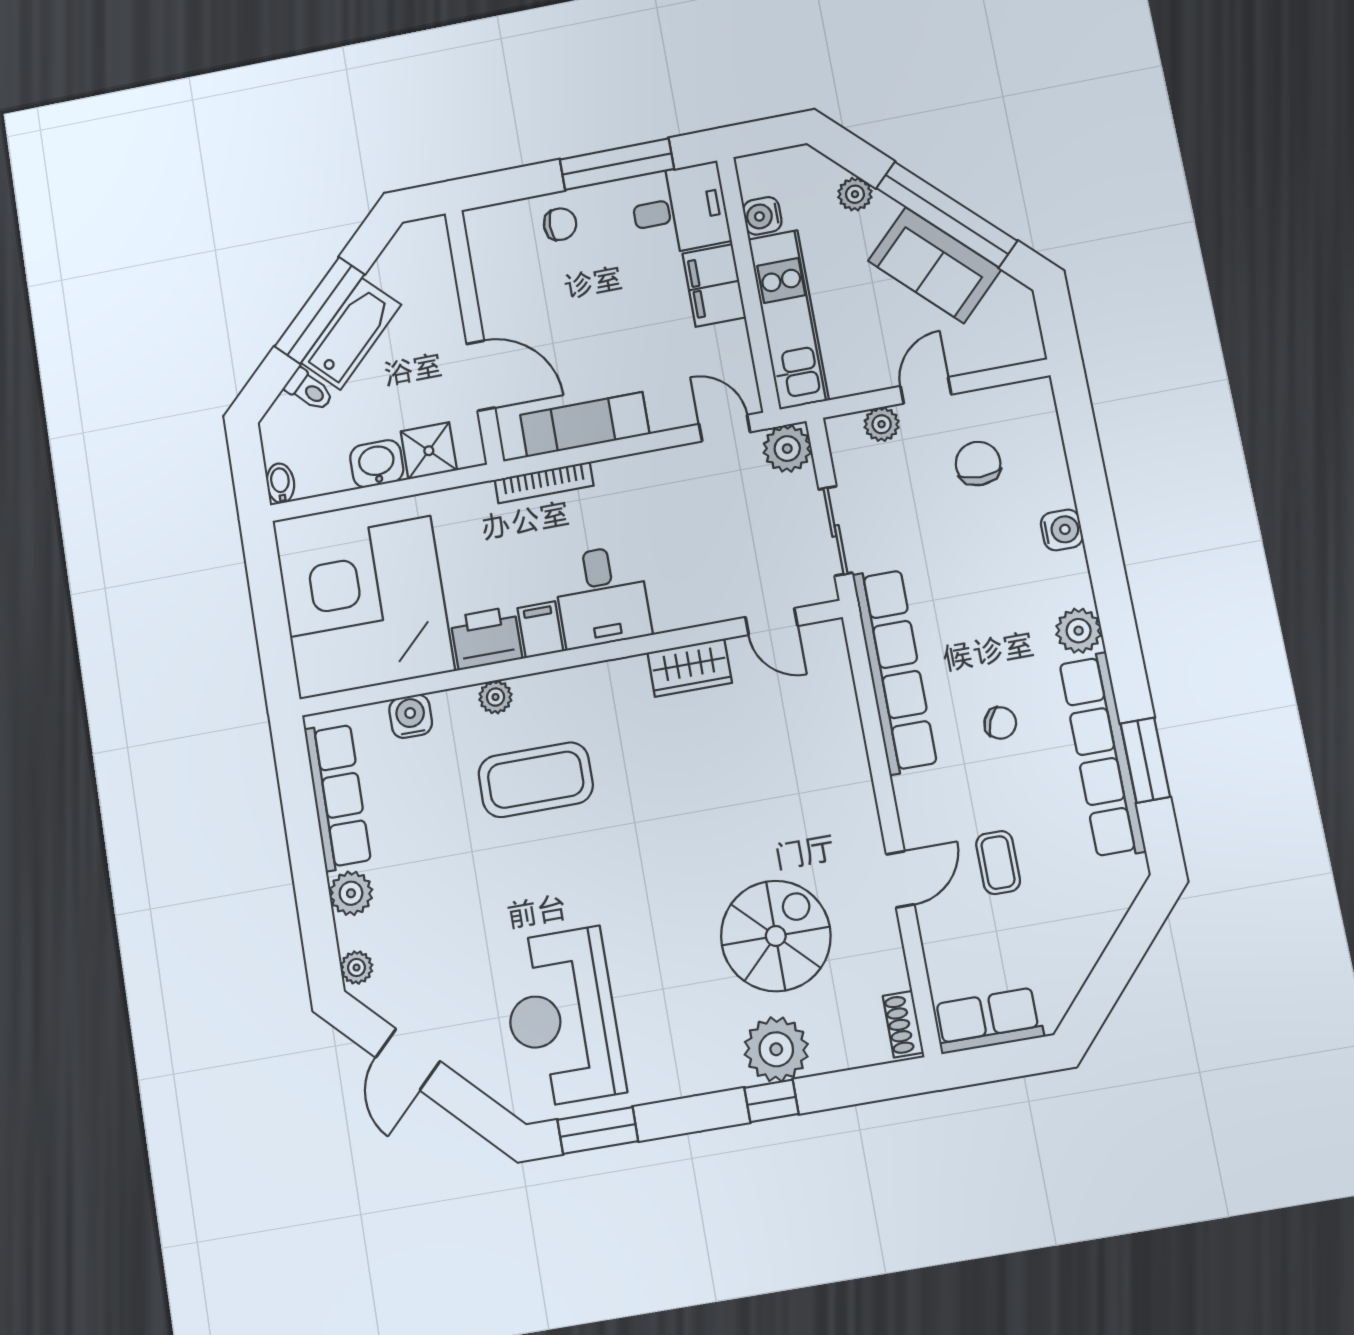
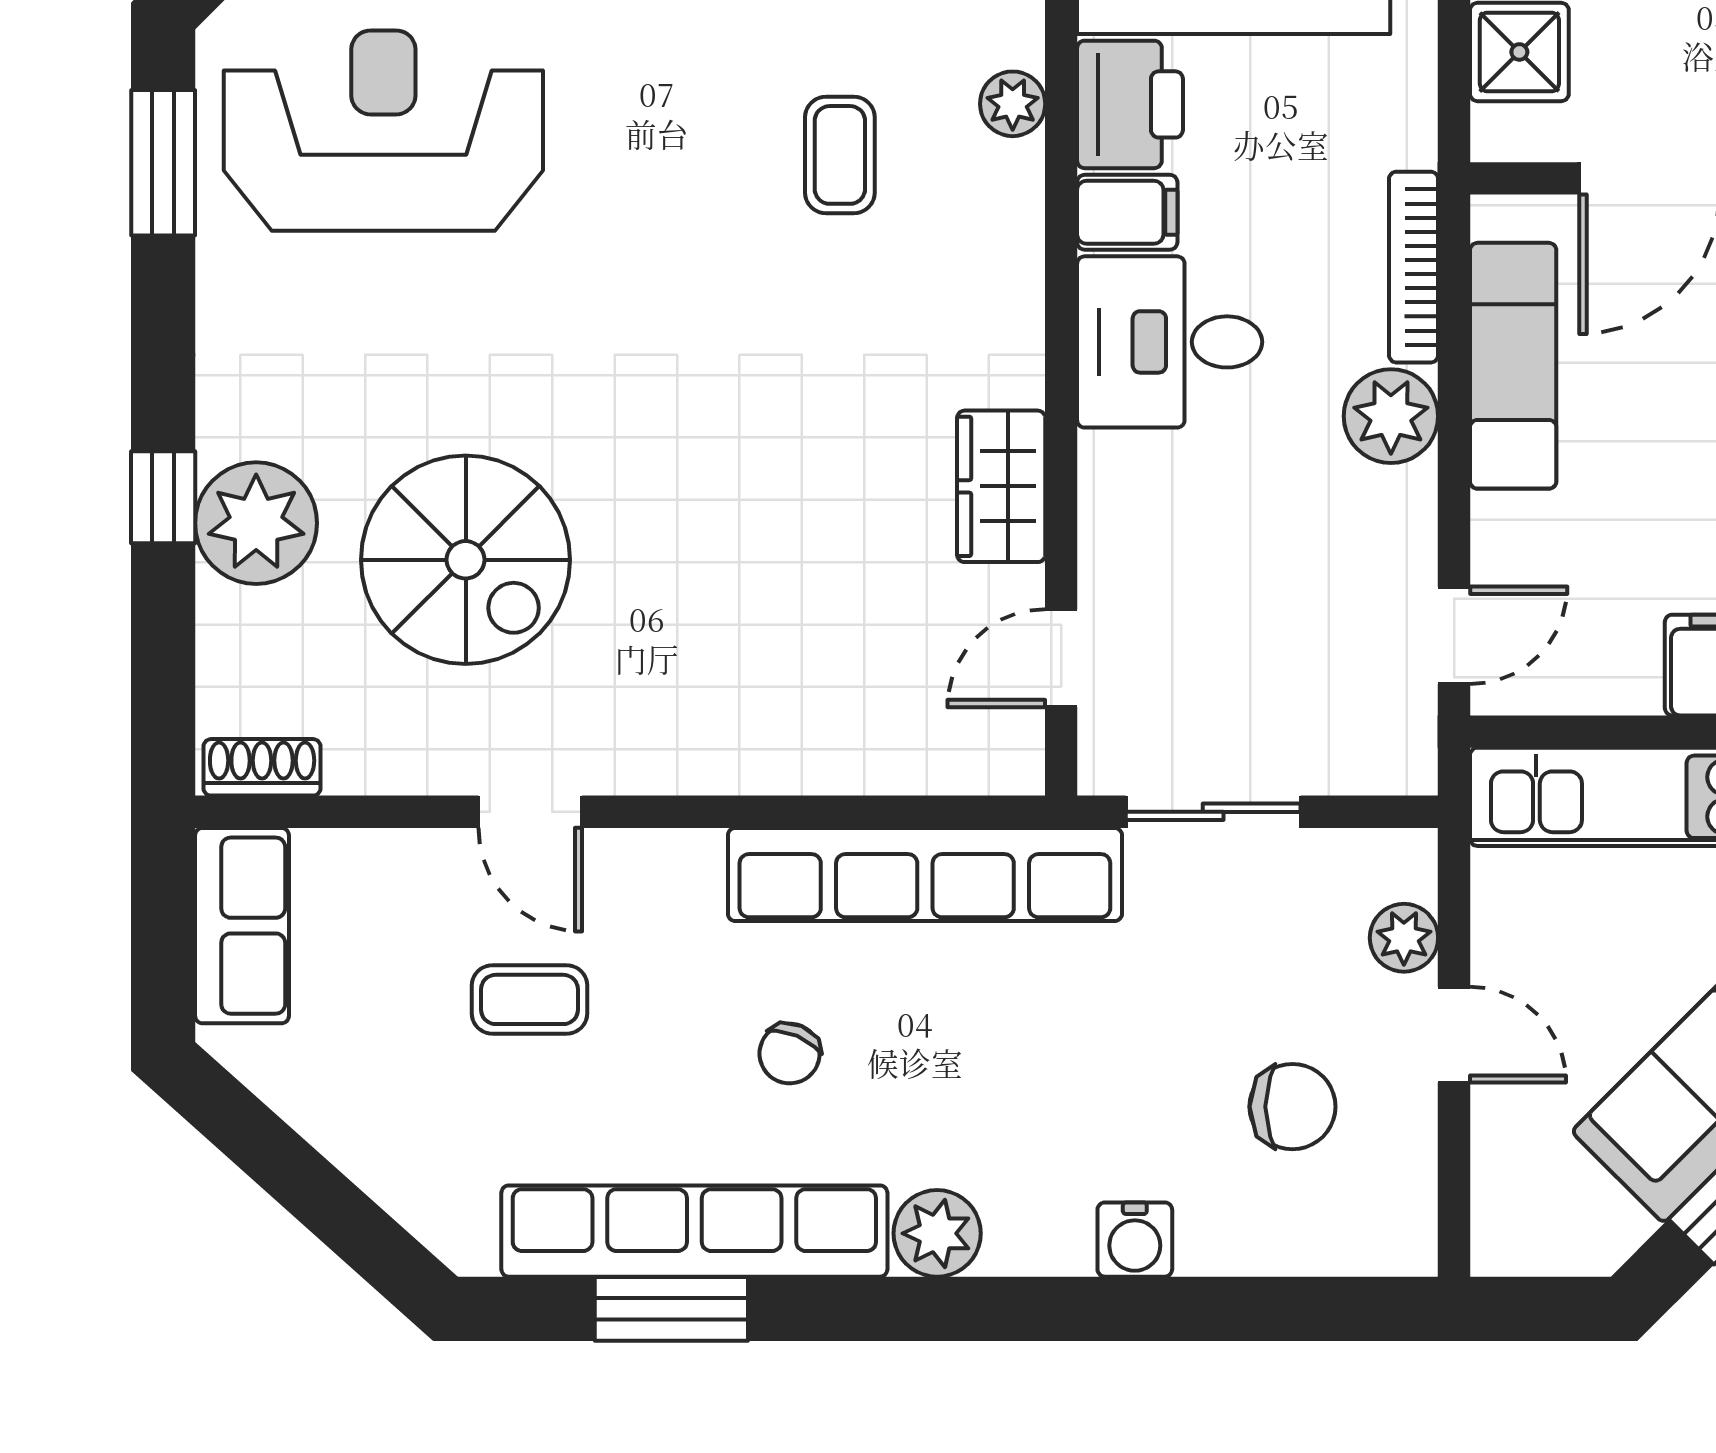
plant: (787, 449) -> (1391, 416), moved
coffee table: (536, 780) -> (840, 155), width x0.54, depth x0.58

